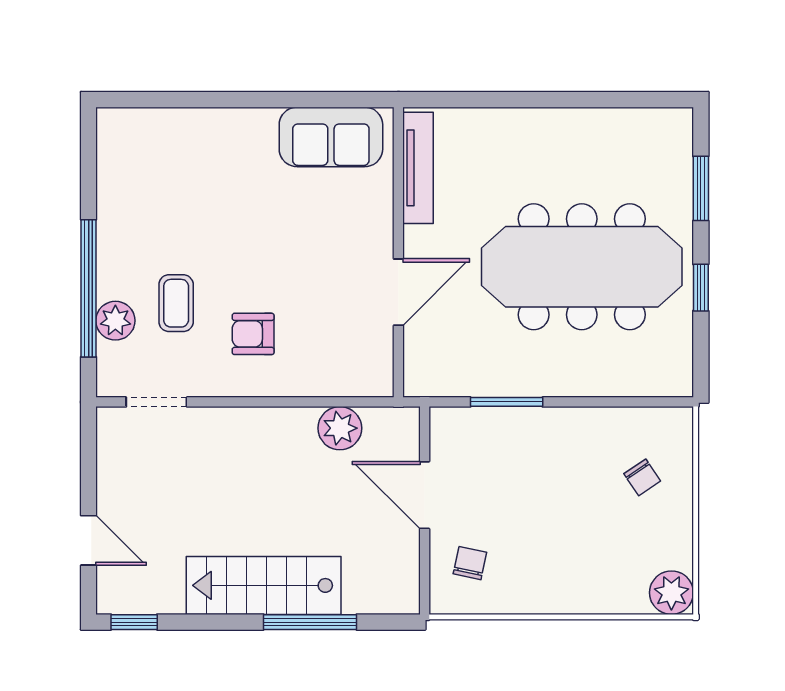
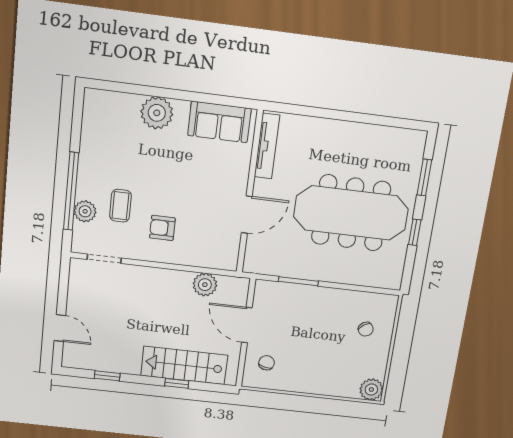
plant: (223, 135) -> (157, 113), added
stairs: (264, 585) -> (184, 365), moved
window: (134, 622) -> (107, 376), moved
window: (310, 622) -> (177, 383), width x0.46

